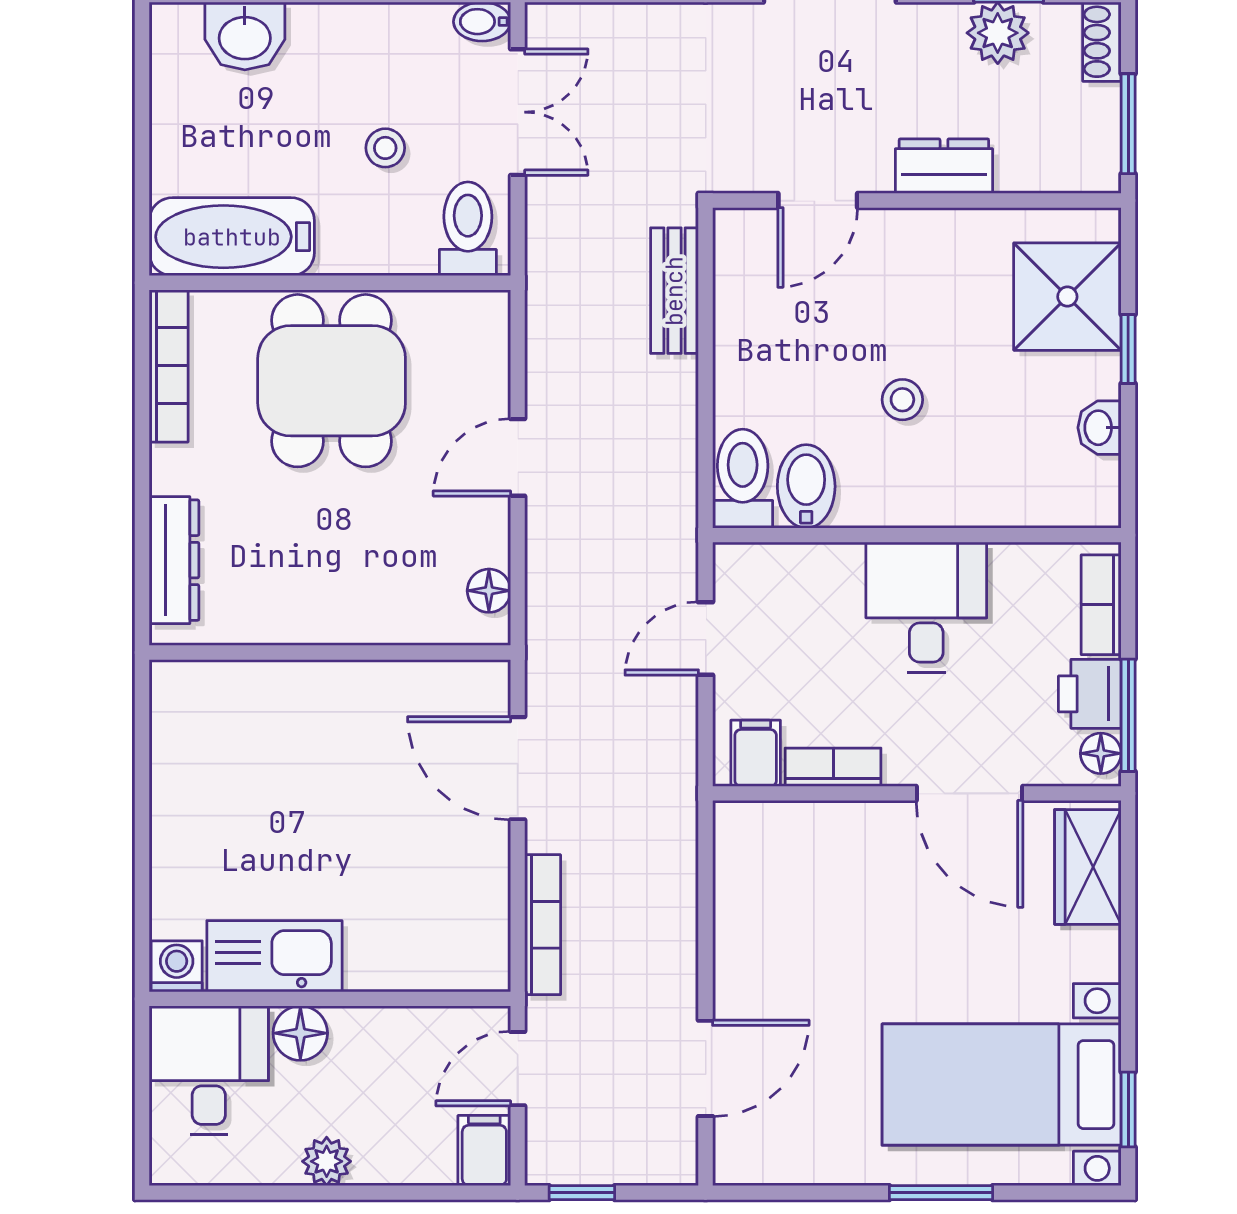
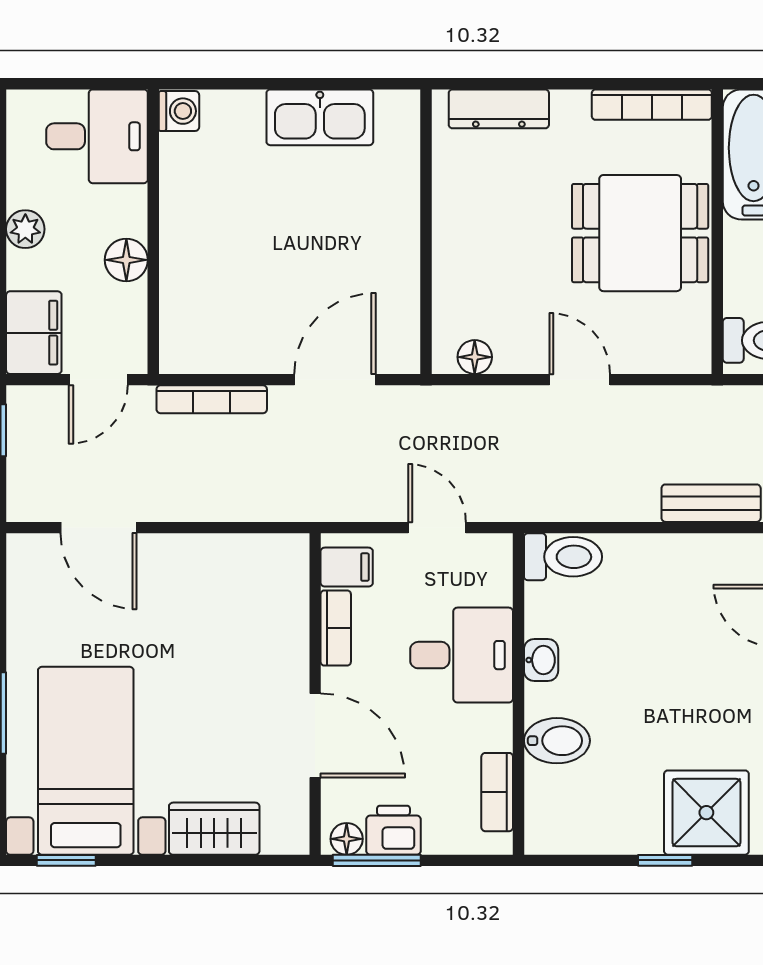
stool: (902, 400) -> (625, 683), removed
washbasin: (1099, 428) -> (541, 660), moved, turned 90
bidet: (806, 486) -> (557, 741), moved
bookcase: (1101, 605) -> (497, 792), moved, turned -90
desk: (926, 607) -> (462, 655), moved
door: (970, 793) -> (315, 736), swing flipped
wardrobe: (1088, 867) -> (214, 829), moved
kitchen sink: (274, 956) -> (320, 117), moved, turned 90
floor lamp: (300, 1033) -> (126, 260), moved
door: (518, 1069) -> (98, 380), swing flipped
filing cabinet: (484, 1150) -> (34, 333), width x2.00

